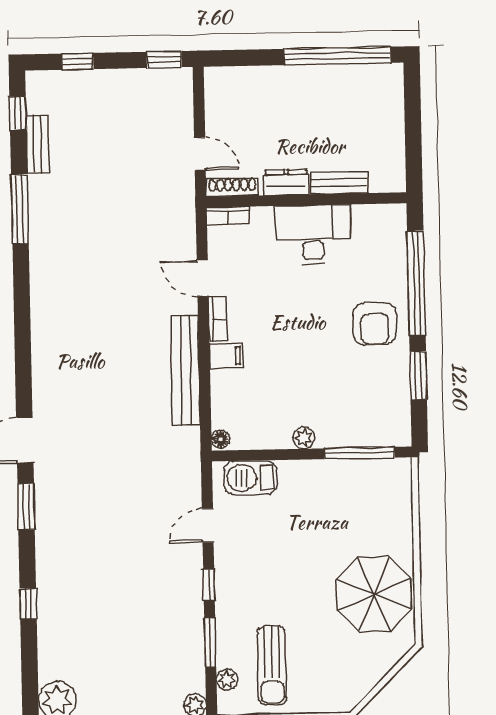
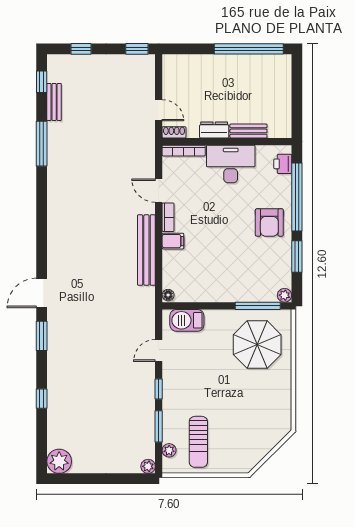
shoe rack: (232, 187) -> (174, 132), width x0.70
bookcase: (228, 215) -> (184, 151), width x1.56
printer: (394, 233) -> (283, 164), added
plant: (304, 438) -> (284, 295), moved
parasol: (374, 594) -> (257, 345), moved

